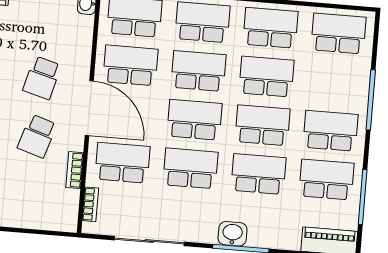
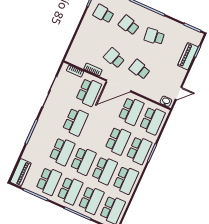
school desk: (194, 120) -> (91, 200), moved
washbasin: (233, 234) -> (39, 130), removed

